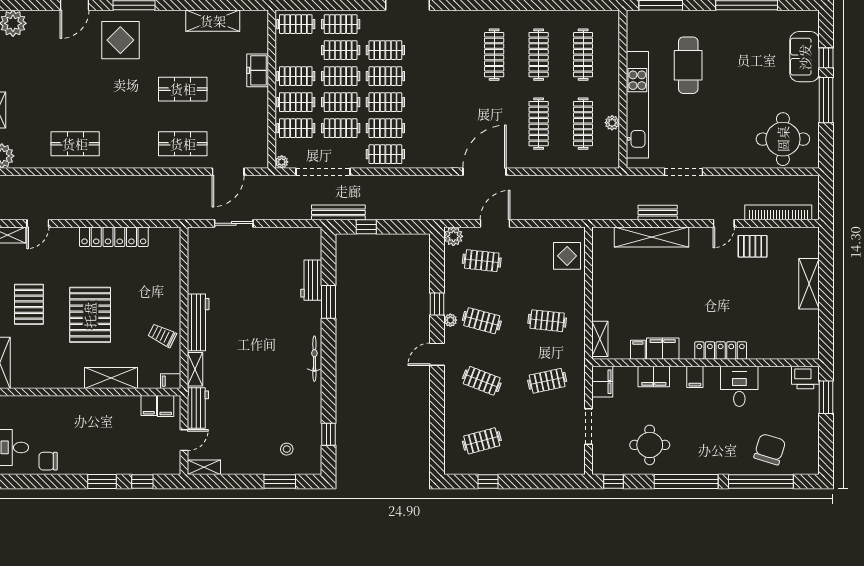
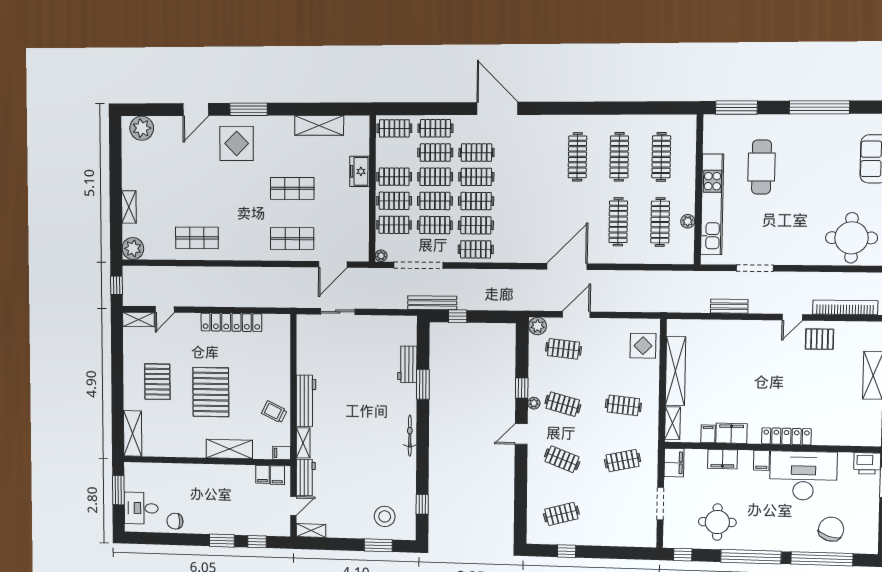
shelving: (652, 237) -> (675, 371), moved, turned 90
desk: (739, 386) -> (803, 476), width x1.87, depth x1.30
stool: (287, 449) -> (385, 516), width x1.89, depth x1.89

